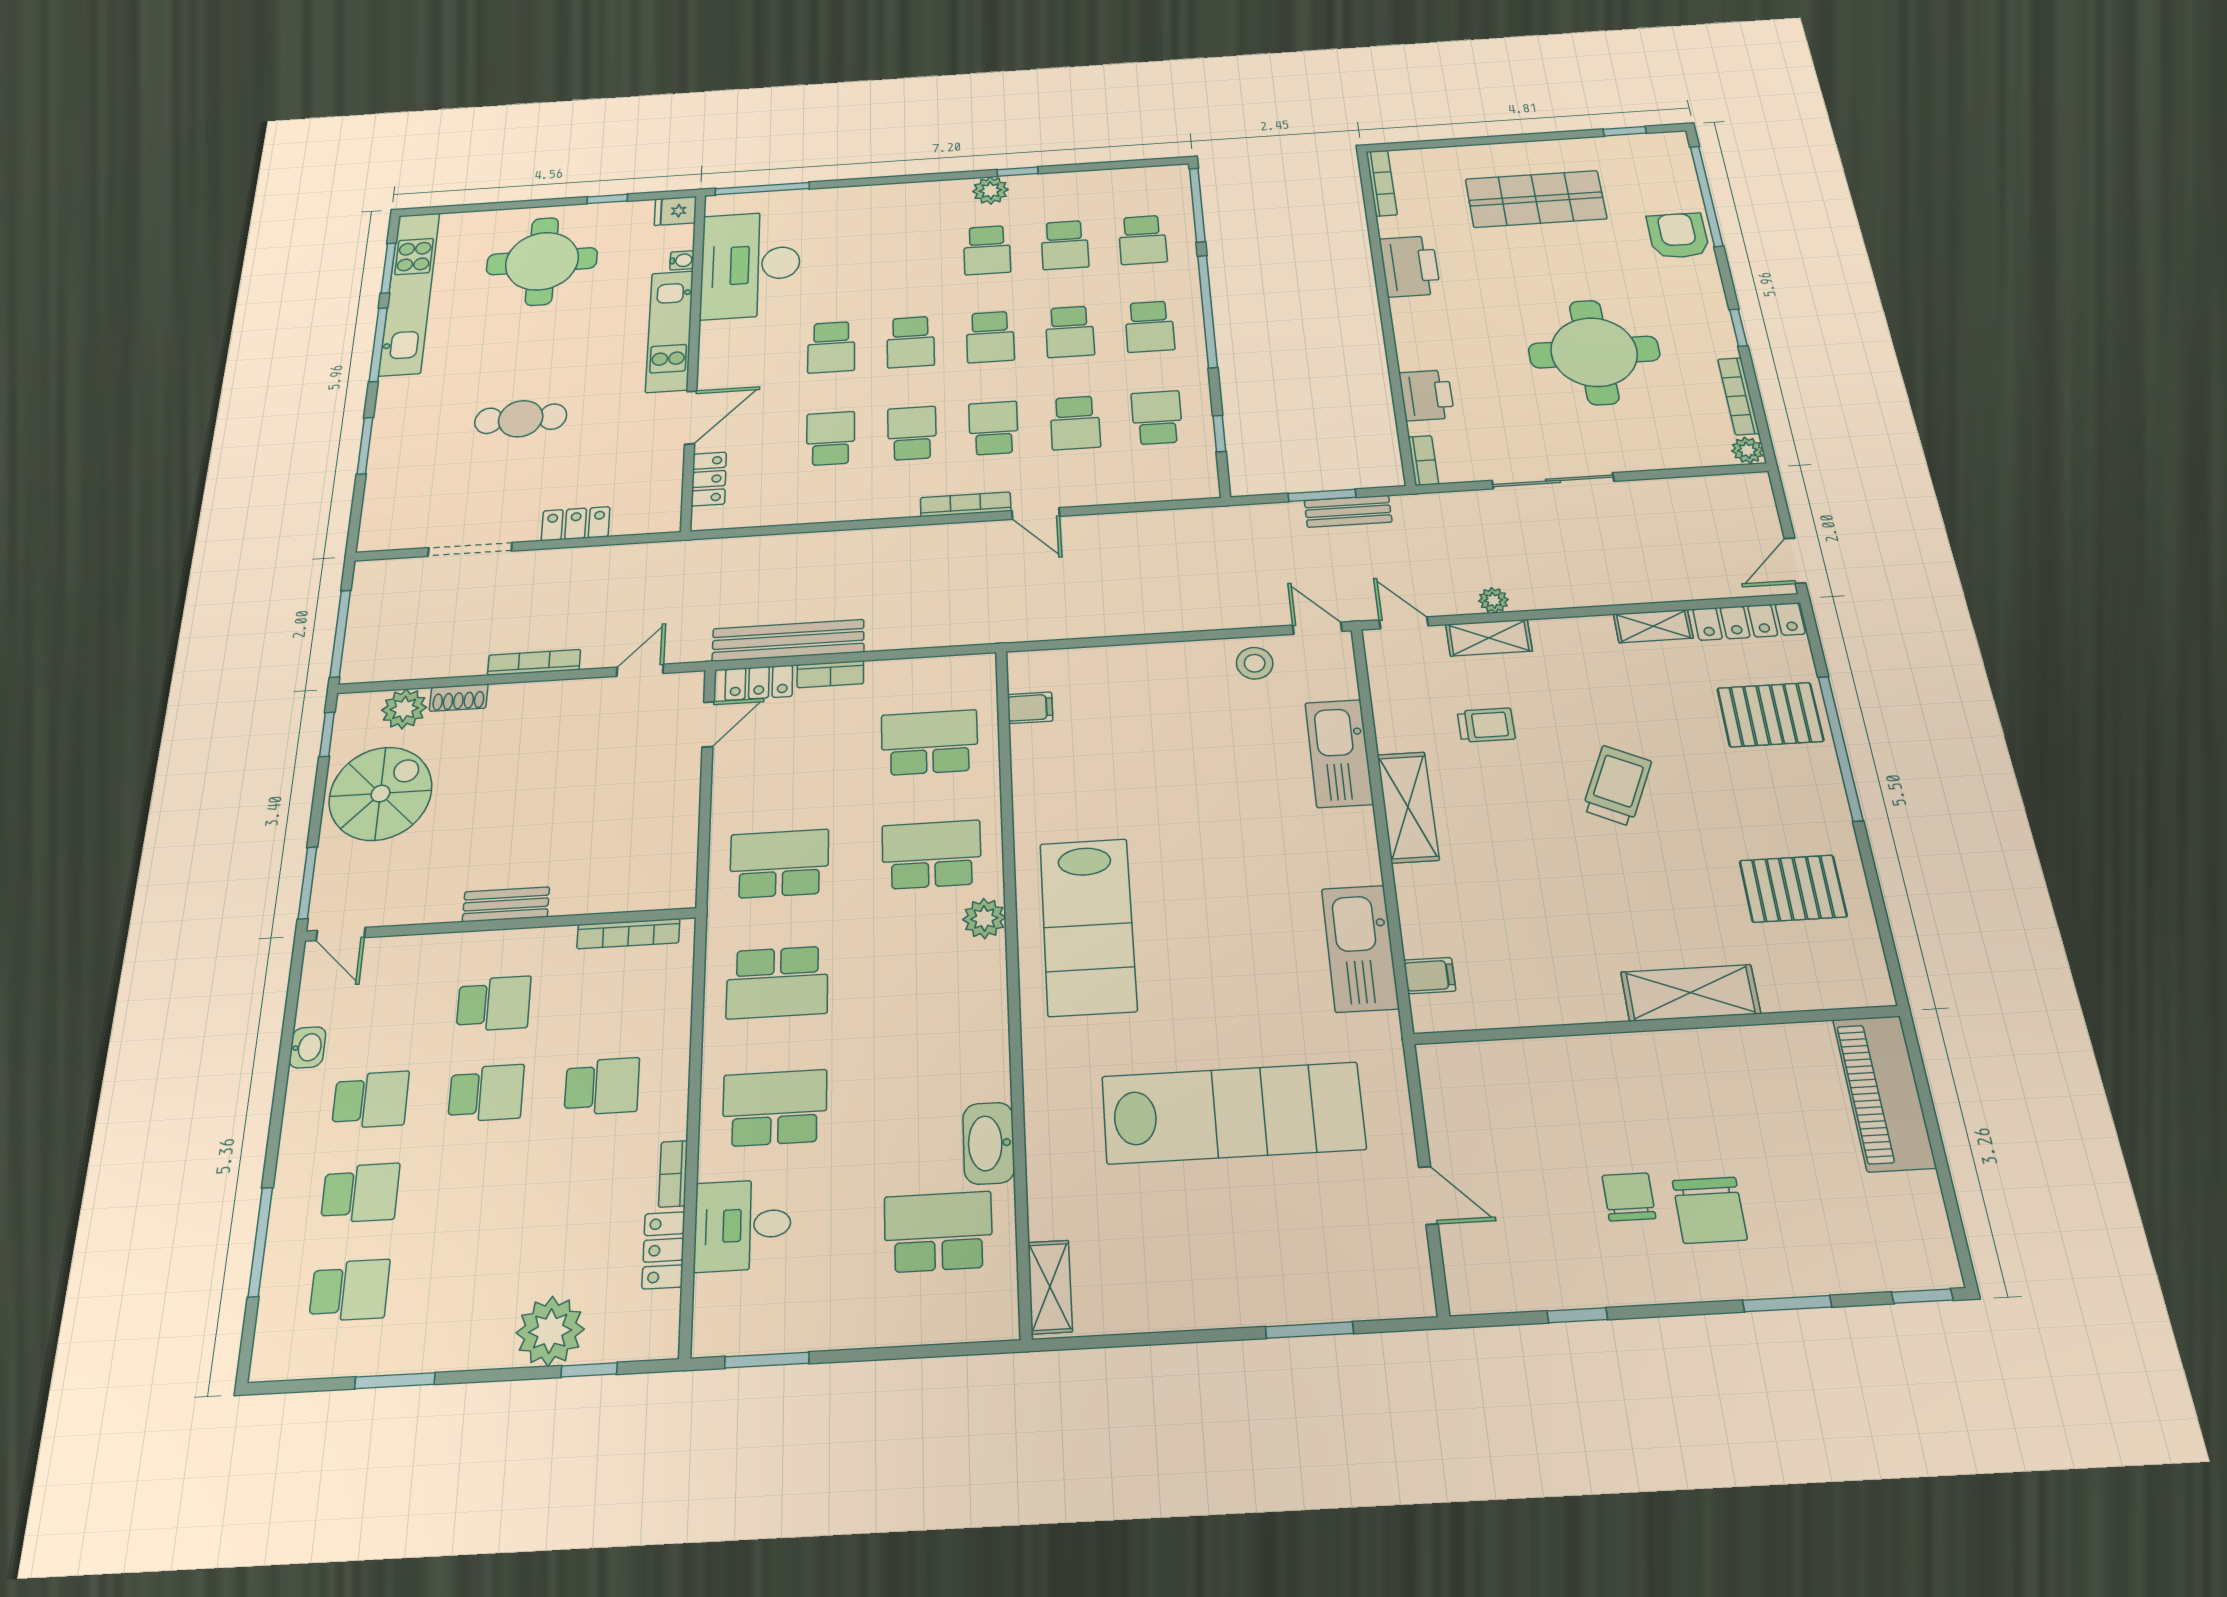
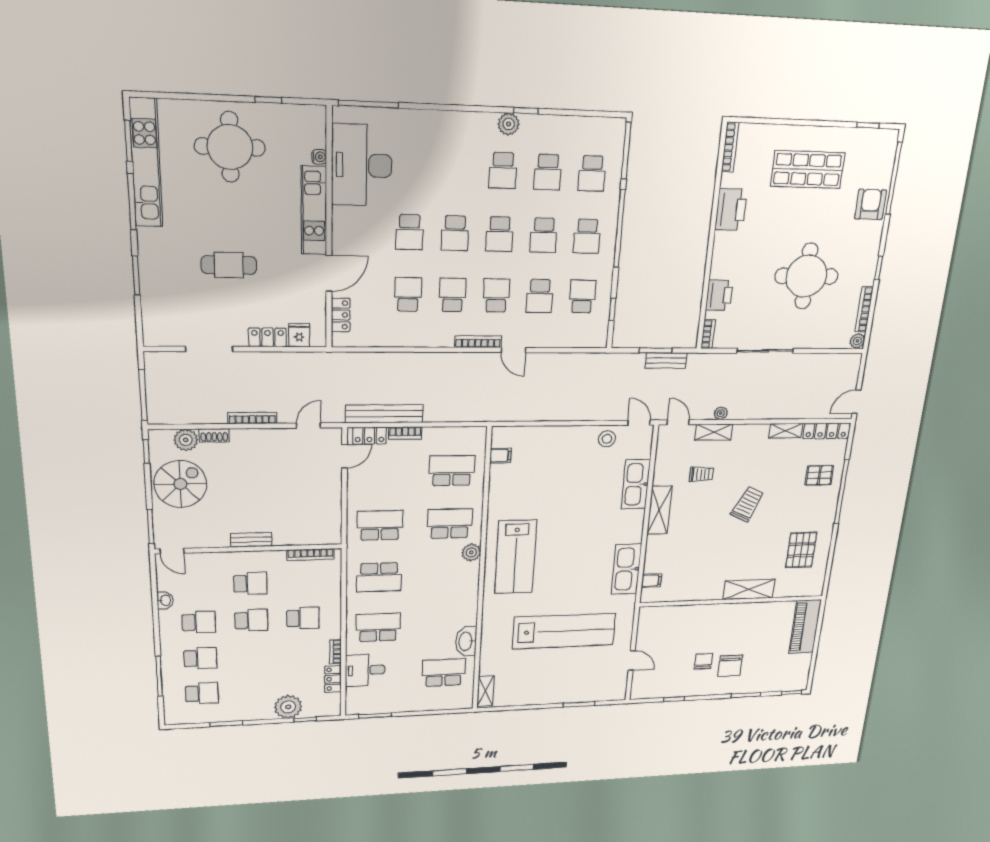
fridge: (675, 211) -> (299, 335), moved, turned 90
pallet: (1770, 715) -> (819, 475), width x0.67, depth x0.71
pallet: (1793, 889) -> (801, 550), turned 90

